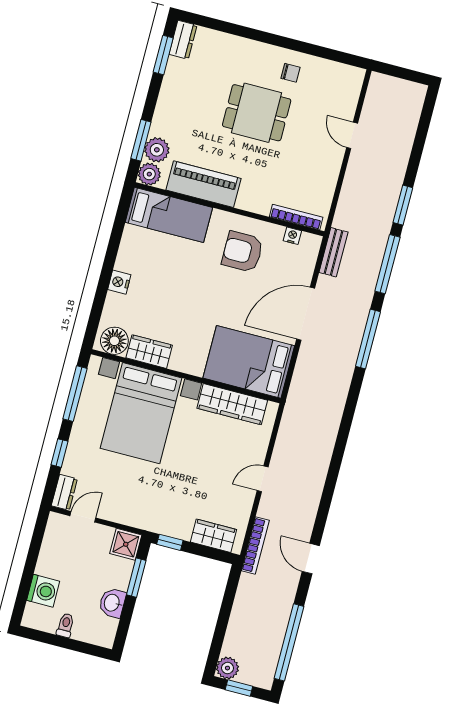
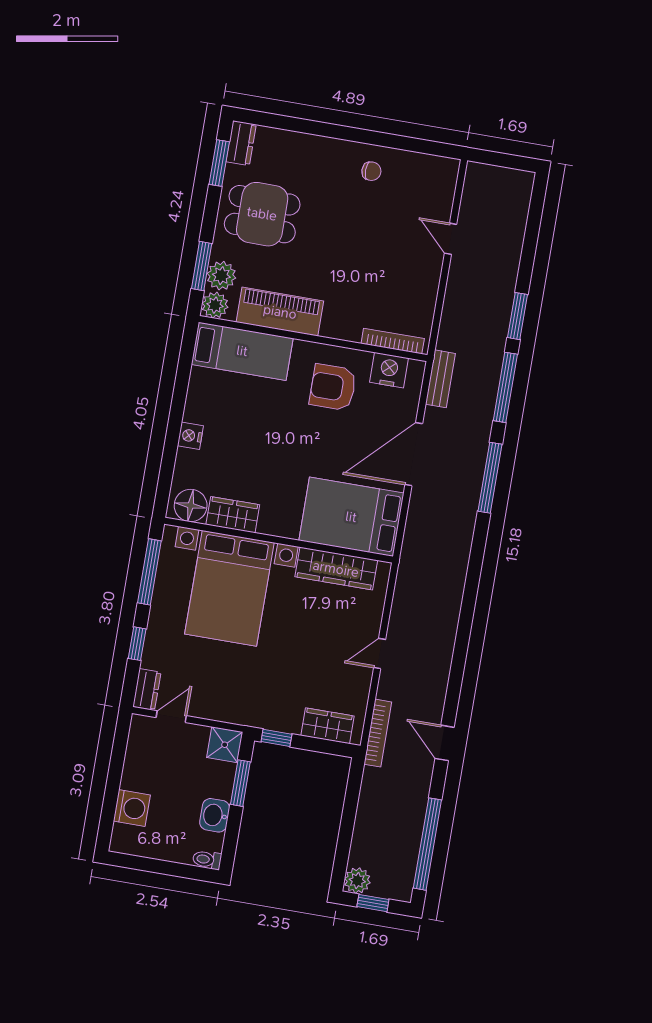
dining table: (257, 113) -> (262, 214), moved
nightstand: (292, 236) -> (389, 370), width x1.89, depth x1.79
toilet: (65, 625) -> (207, 860), moved, turned -90

